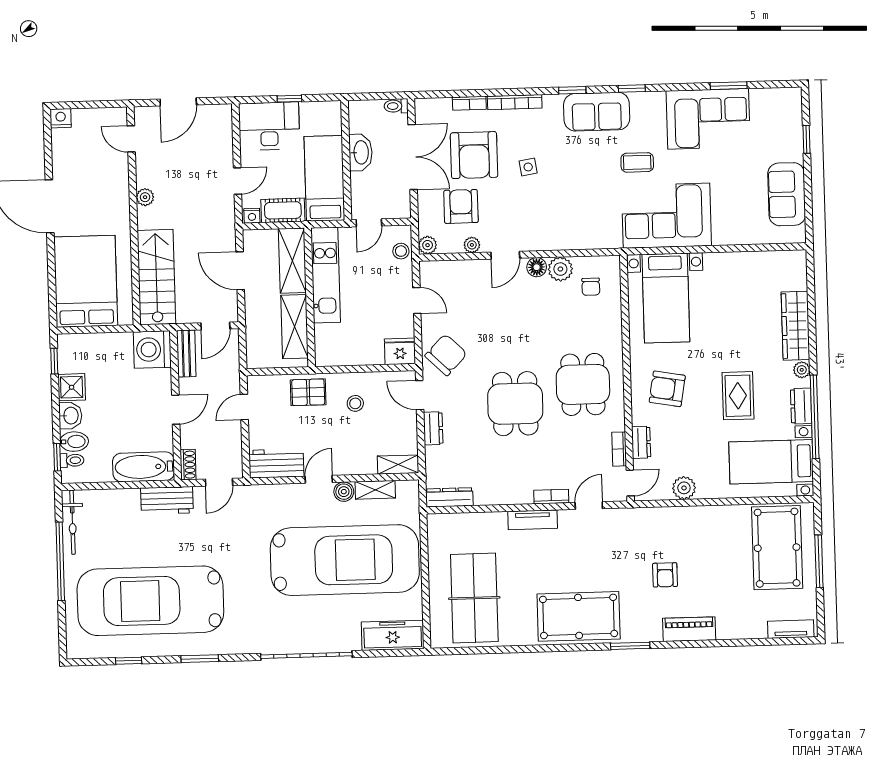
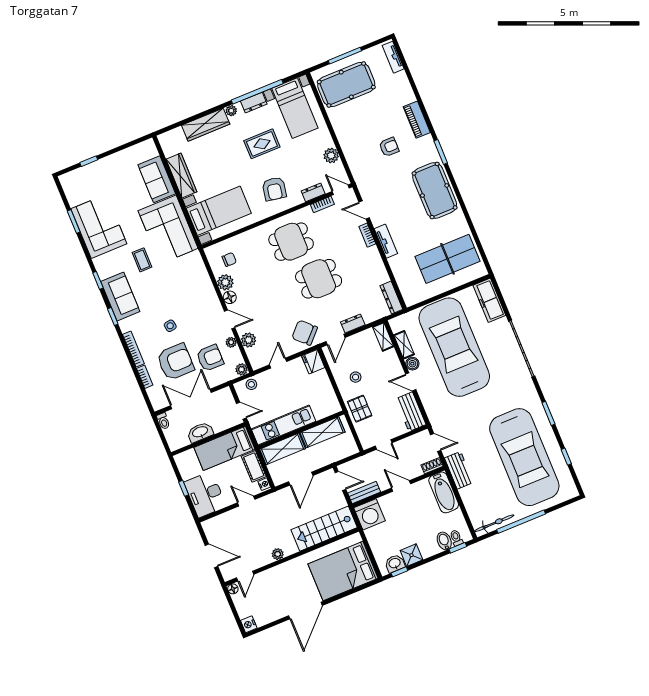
floor lamp: (120, 115) -> (233, 589), added
sofa: (787, 194) -> (157, 179), moved, turned 90
armchair: (461, 206) -> (210, 358), turned 180
wardrobe: (736, 264) -> (181, 176), added
plant: (466, 271) -> (249, 340), added
washbasin: (70, 416) -> (395, 563), moved

